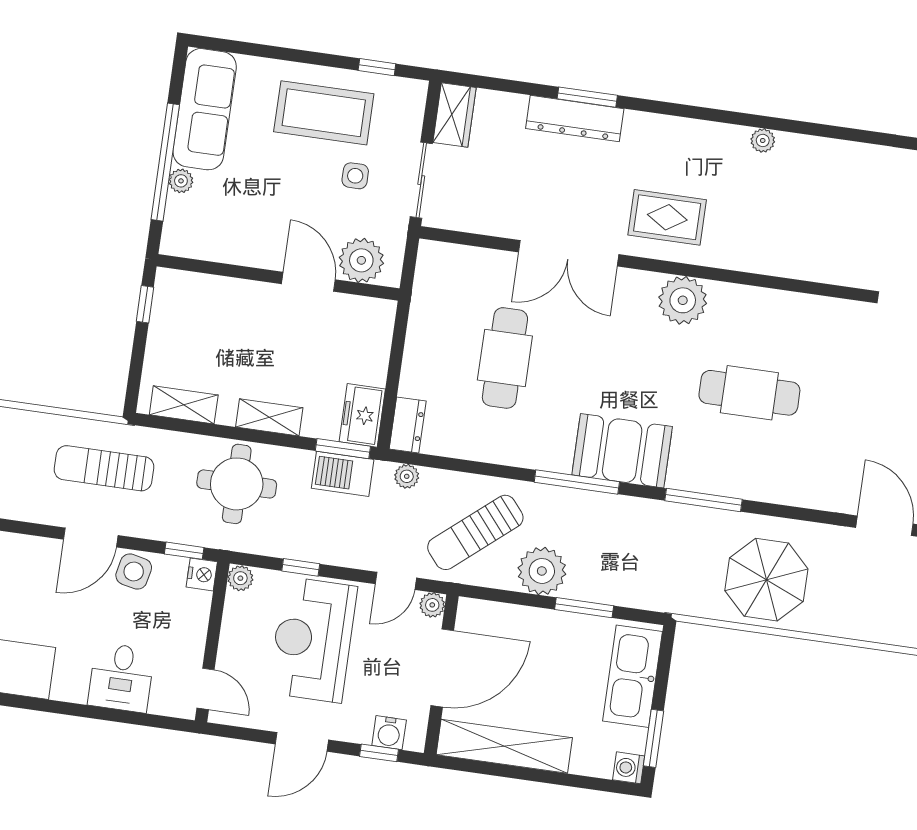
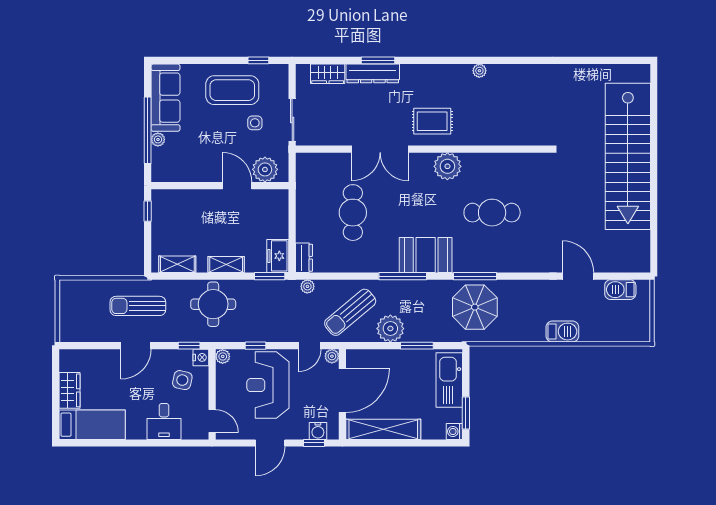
wardrobe: (455, 115) -> (328, 74), moved, turned 90
barbecue: (343, 474) -> (562, 332), moved, turned 180
side table: (134, 572) -> (182, 380), moved
parasol: (766, 580) -> (475, 307), moved

